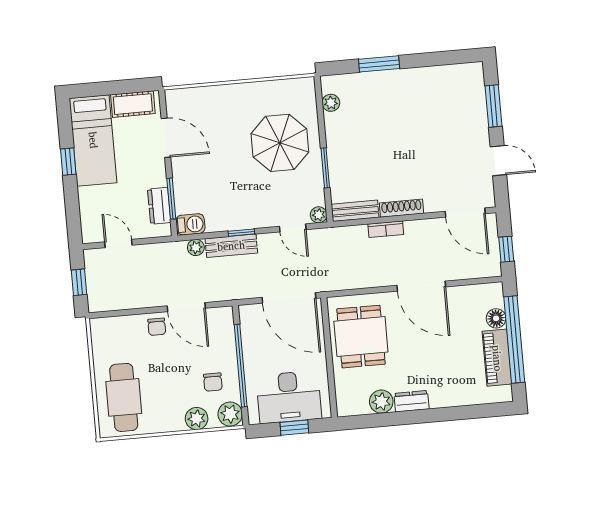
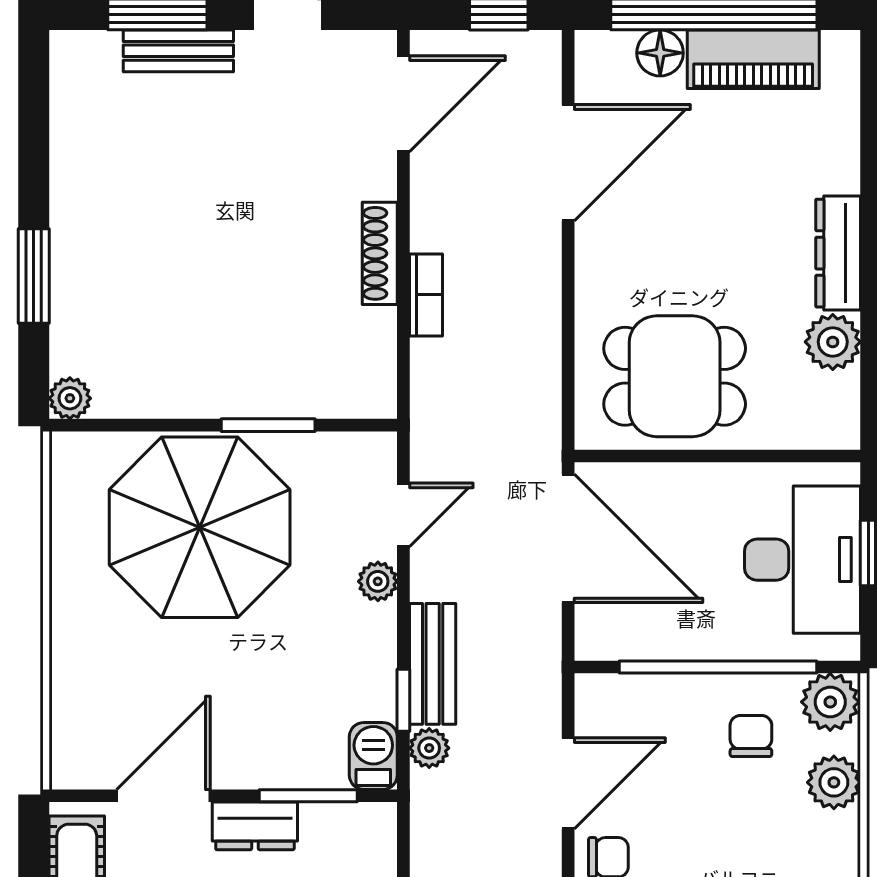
plant: (331, 103) -> (70, 398), moved
parasol: (280, 143) -> (200, 527), width x1.36, depth x1.36
dresser: (159, 206) -> (255, 826), moved
bench: (355, 211) -> (178, 51), moved, turned 90
plant: (319, 215) -> (378, 581), moved
window: (241, 233) -> (403, 700), moved
door: (421, 286) -> (568, 163), moved
door: (289, 298) -> (568, 538), hinge flipped
chair: (213, 382) -> (751, 736), turned -90
dresser: (412, 401) -> (838, 253), width x1.44

